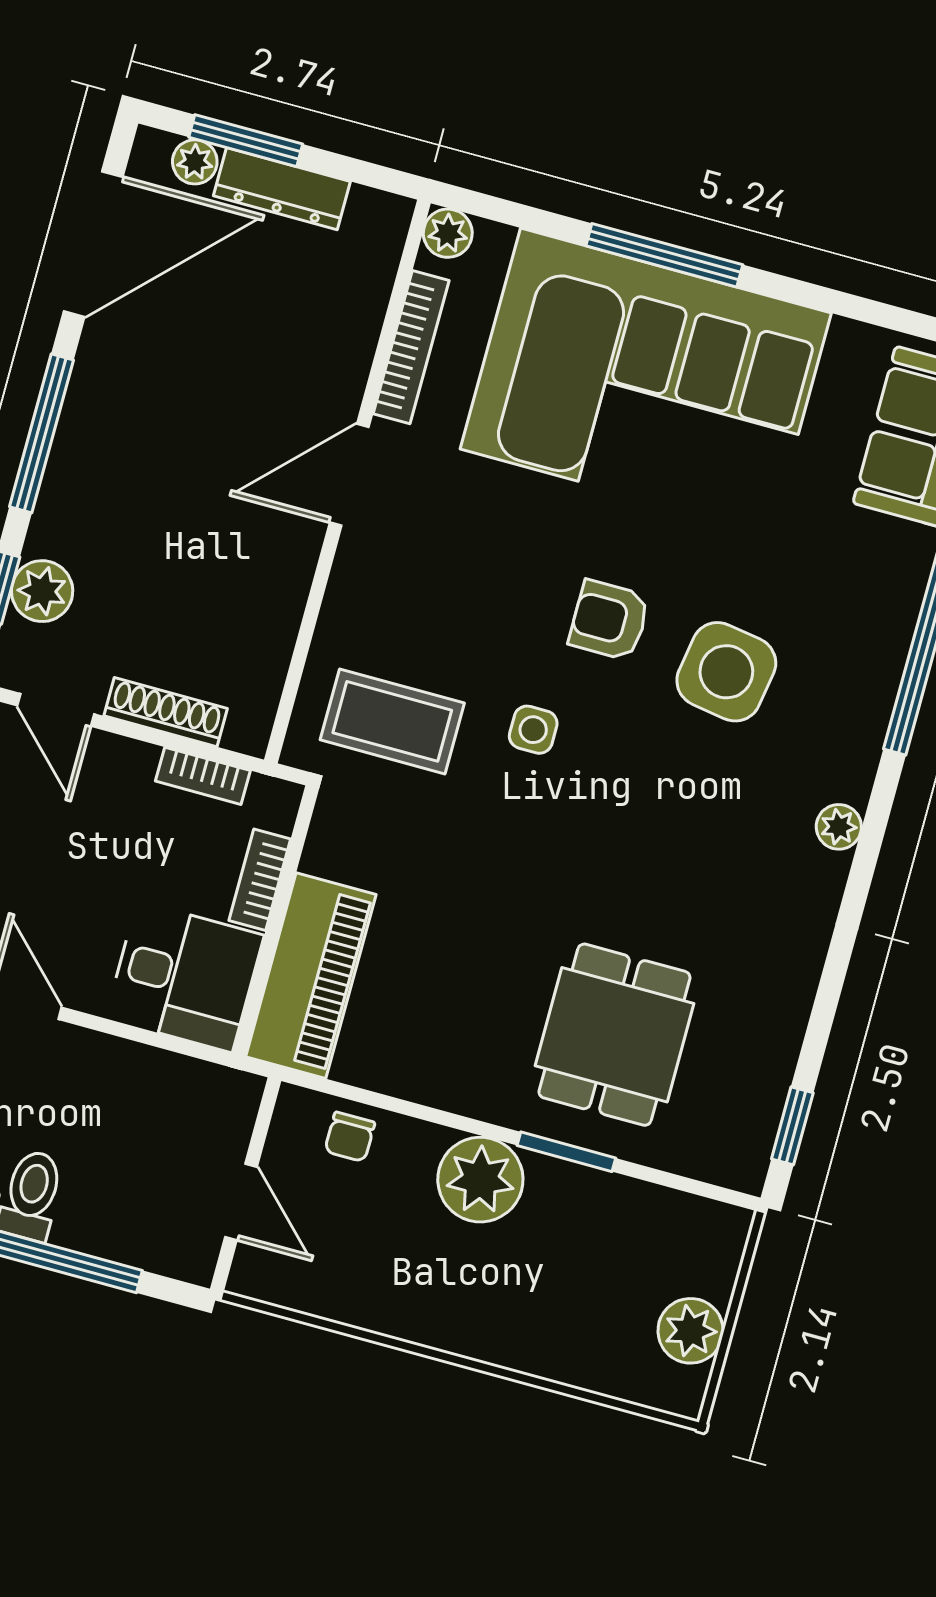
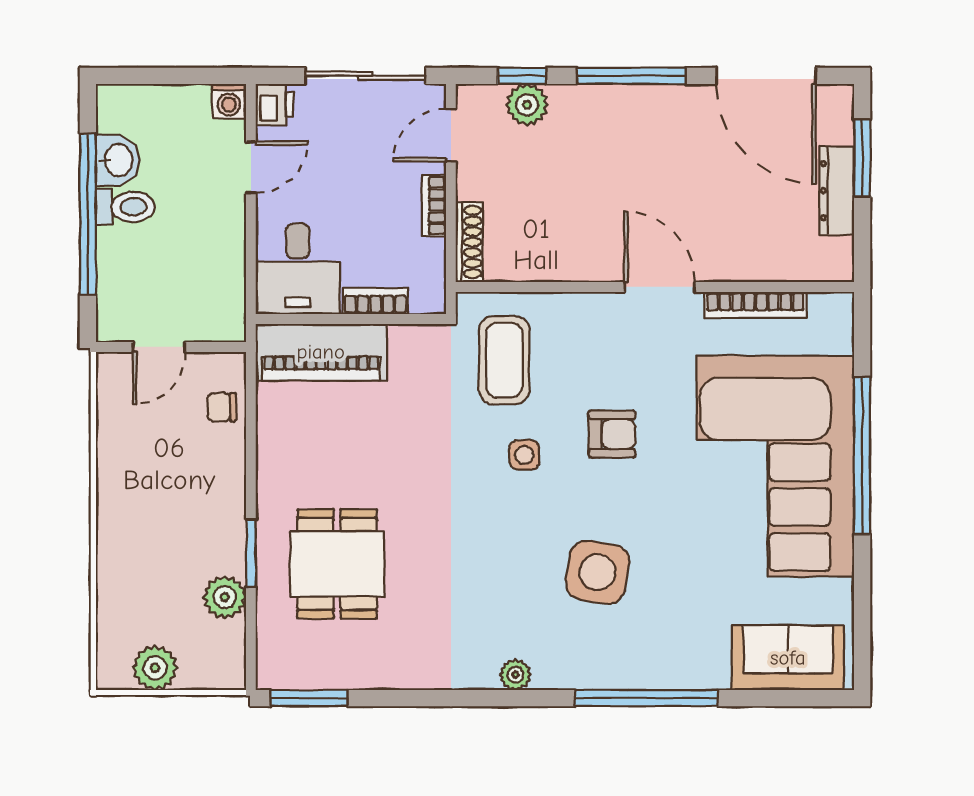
plant: (195, 162) -> (839, 128), removed
plant: (448, 233) -> (837, 308), removed
window: (664, 255) -> (862, 456), width x1.46
armchair: (609, 620) -> (612, 434), moved, turned 90
shoe rack: (166, 712) -> (469, 242), moved
bookcase: (203, 776) -> (434, 206), moved
dining table: (614, 1035) -> (337, 564), turned 90
window: (792, 1126) -> (309, 698), width x1.50
plant: (480, 1180) -> (225, 597), moved, width x0.73, depth x0.73

